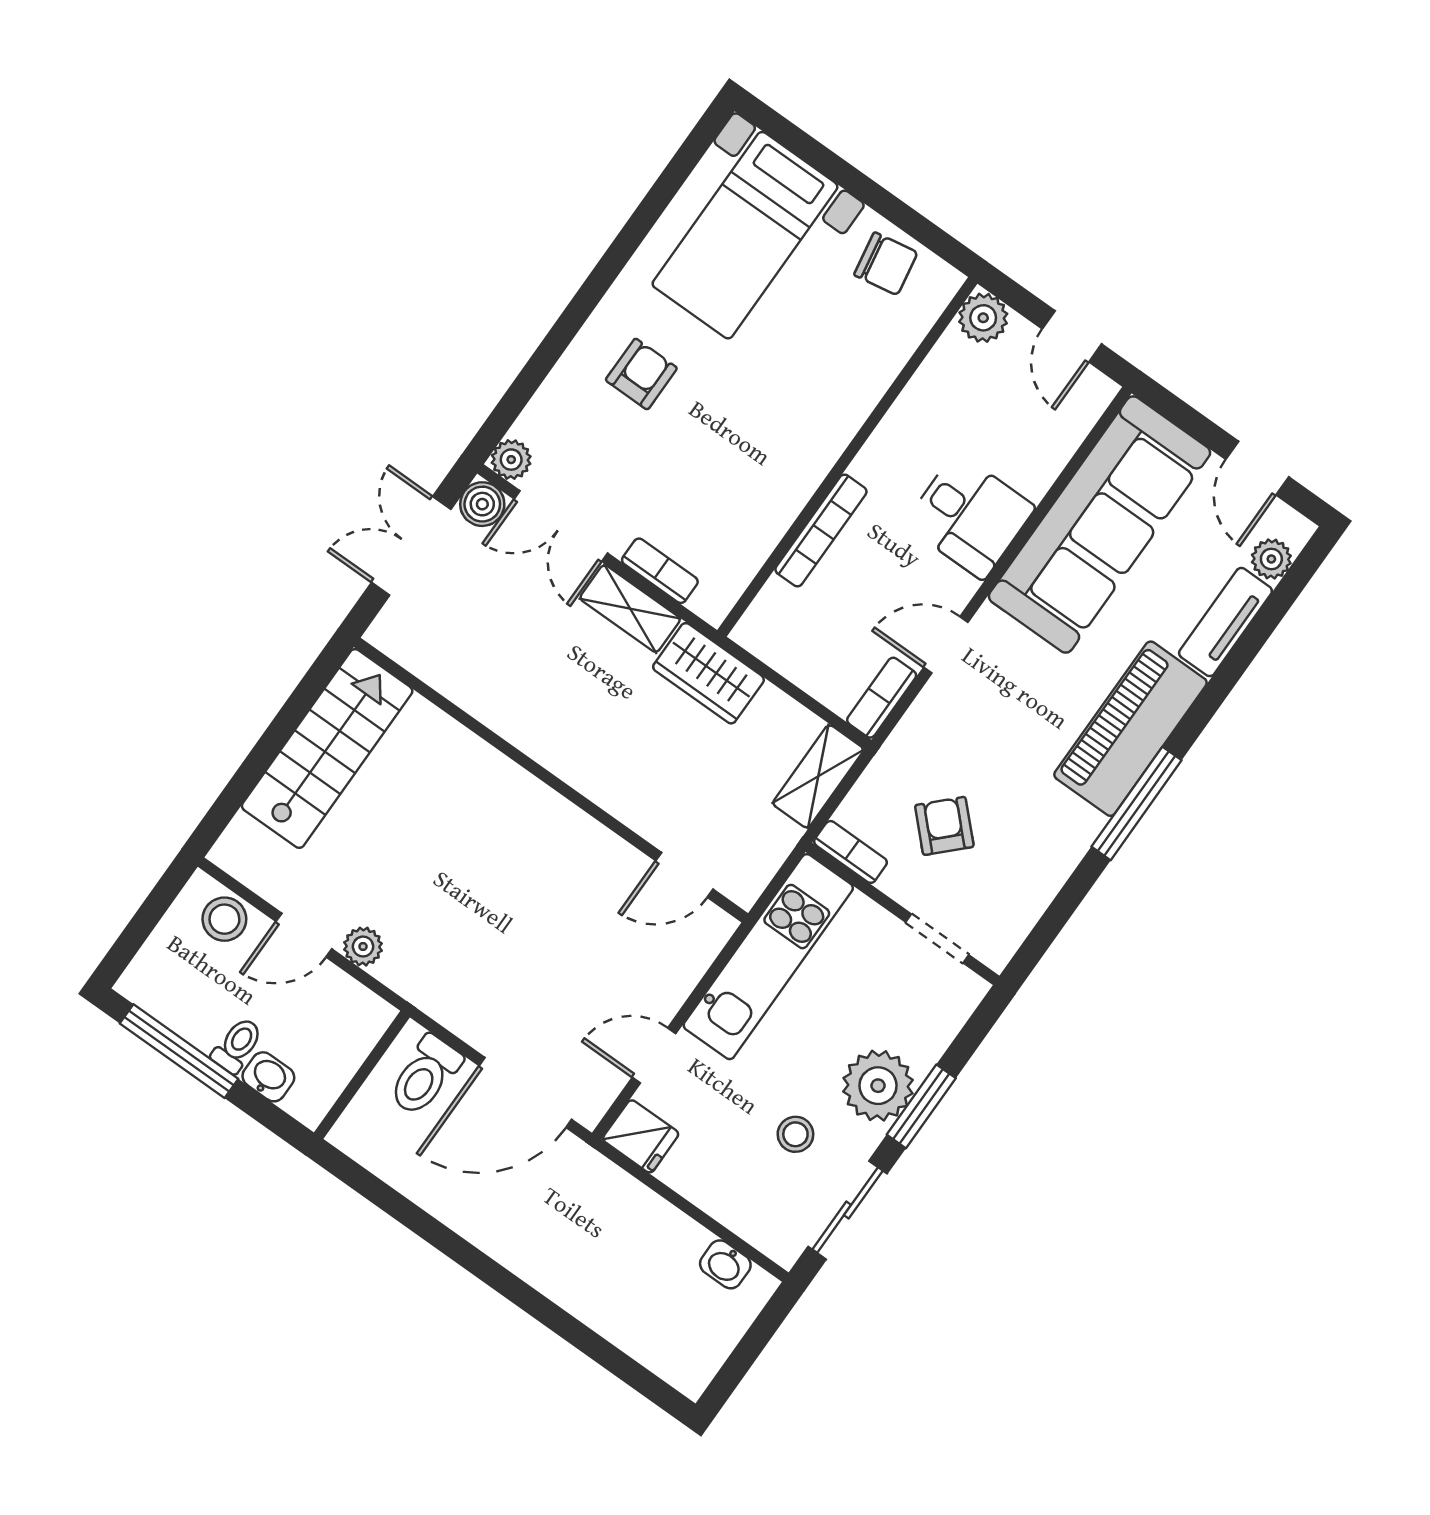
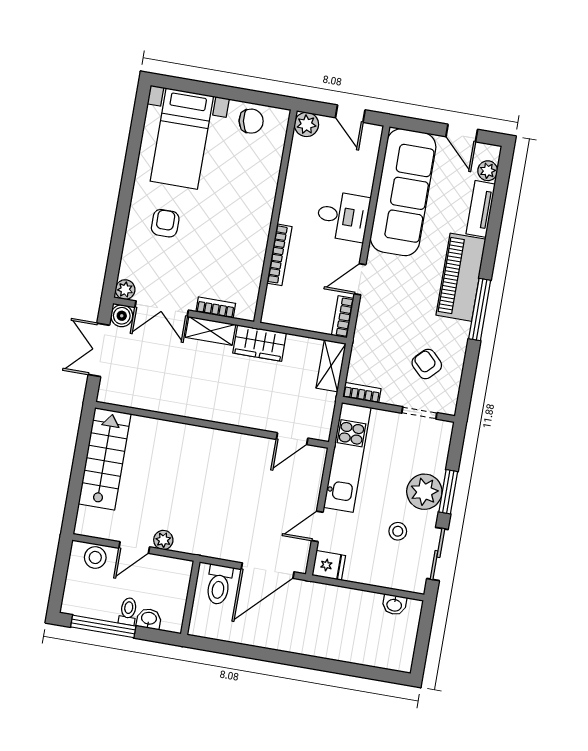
armchair: (944, 826) -> (427, 364), moved

